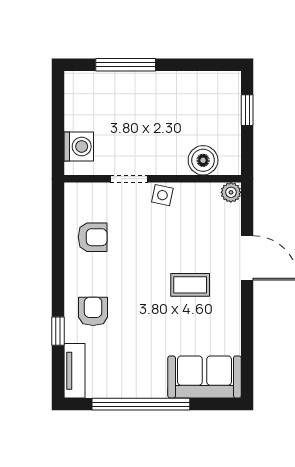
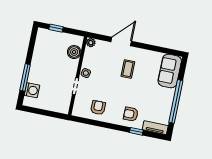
washing machine: (79, 146) -> (32, 90), moved, turned 90

